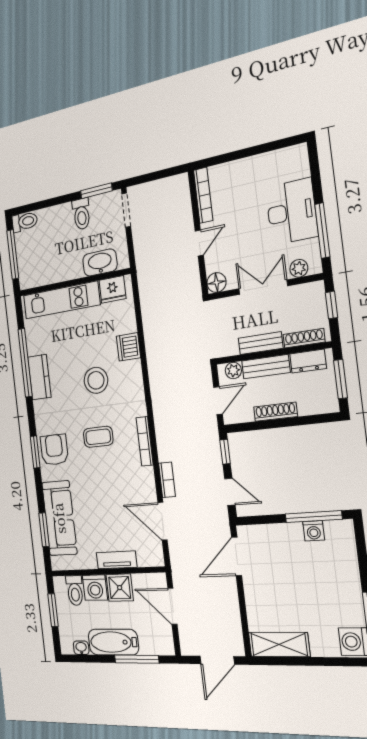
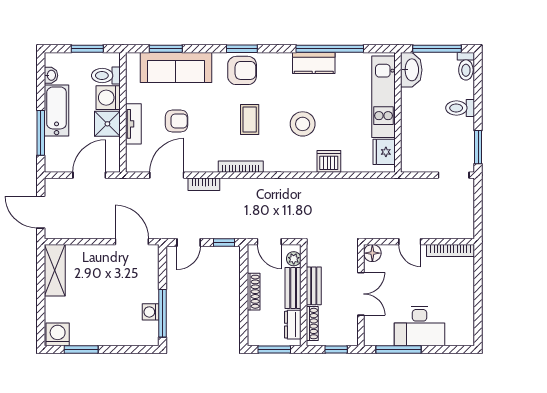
toilet: (81, 214) -> (460, 108), moved
washbasin: (100, 263) -> (411, 70), moved
plant: (299, 268) -> (371, 326), removed
armchair: (109, 514) -> (176, 121), added

